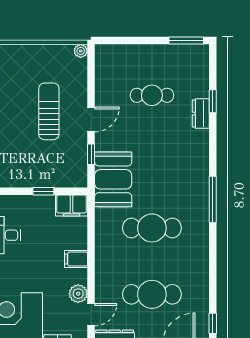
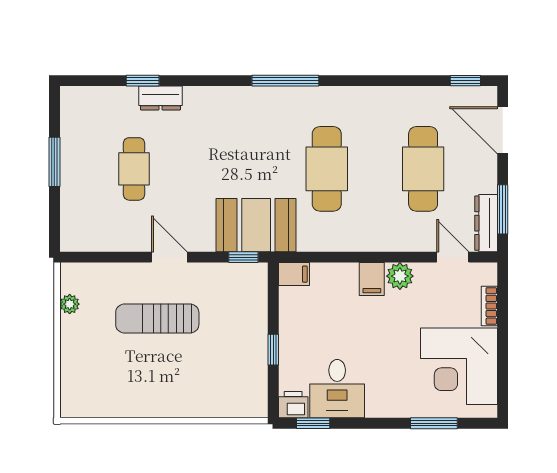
window: (186, 41) -> (54, 162), moved
plant: (81, 51) -> (70, 304), moved
window: (91, 154) -> (243, 257), moved
window: (43, 191) -> (273, 350), moved
filing cabinet: (72, 205) -> (294, 274), width x0.50
plant: (78, 294) -> (400, 276), moved

